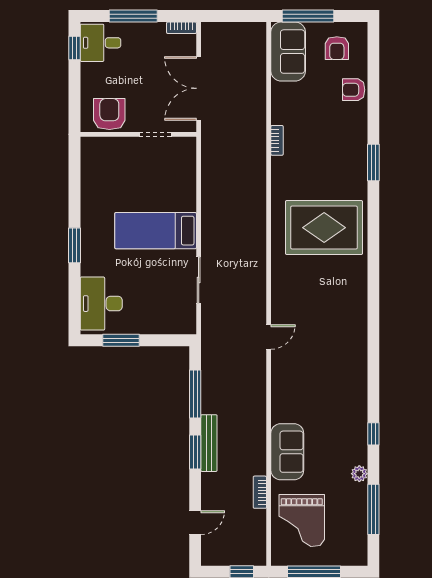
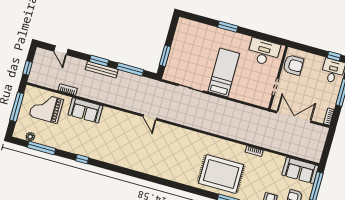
rug: (324, 228) -> (221, 174), moved, turned 90
desk: (101, 304) -> (264, 52), moved
window: (121, 340) -> (165, 56), moved
plant: (359, 474) -> (30, 137), moved

